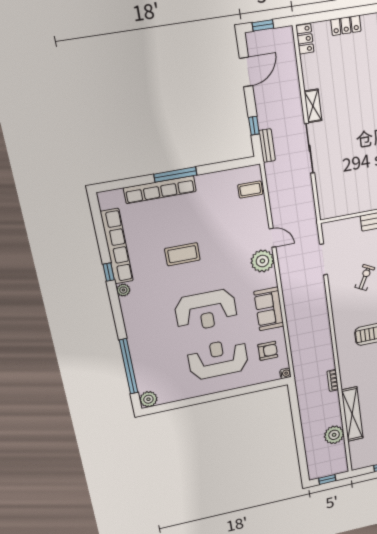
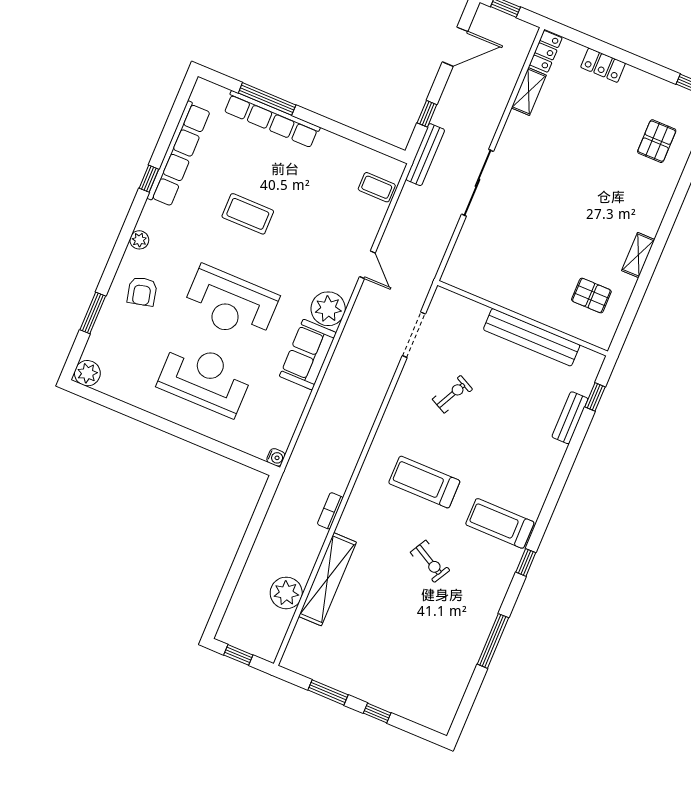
shelving: (313, 106) -> (529, 92), moved
bench: (267, 146) -> (425, 155), width x1.36
window: (175, 175) -> (267, 99), moved
plant: (262, 261) -> (328, 309), moved
plant: (123, 290) -> (139, 240), moved
armchair: (268, 351) -> (142, 291), moved, turned 77
window: (129, 366) -> (93, 313), width x0.47

